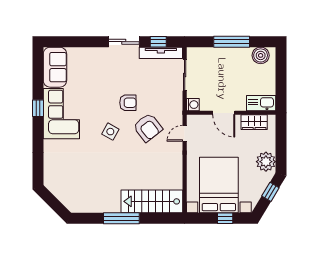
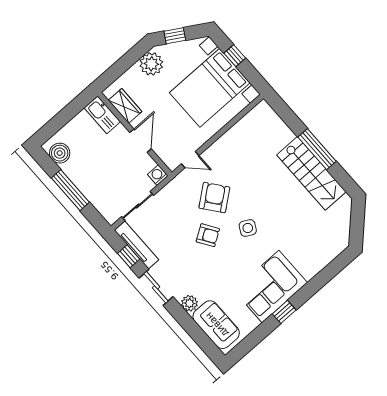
plant: (95, 54) -> (190, 303), added
sofa: (55, 67) -> (216, 325), moved, turned 90
armchair: (128, 103) -> (208, 235), turned 147
stairs: (152, 201) -> (311, 173), moved

